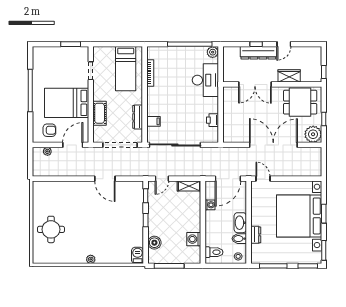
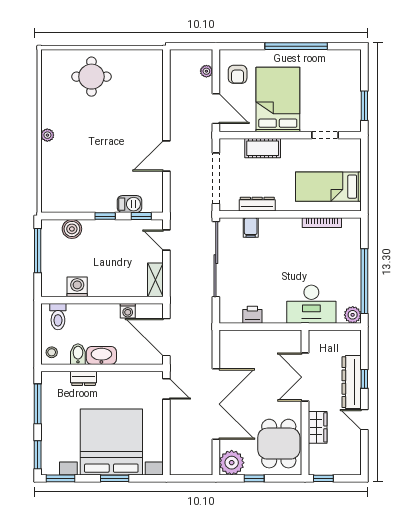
door: (263, 179) -> (166, 389), hinge flipped
barbecue: (138, 255) -> (130, 204), moved

